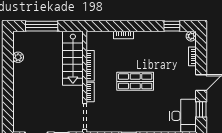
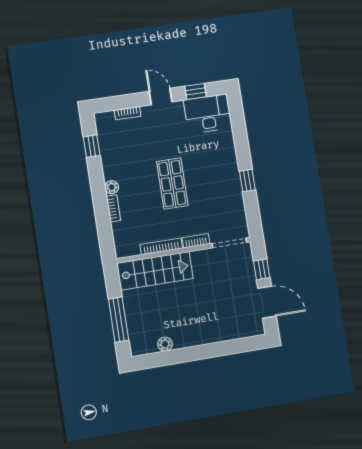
plant: (191, 36) -> (112, 187), moved

